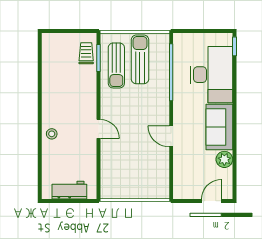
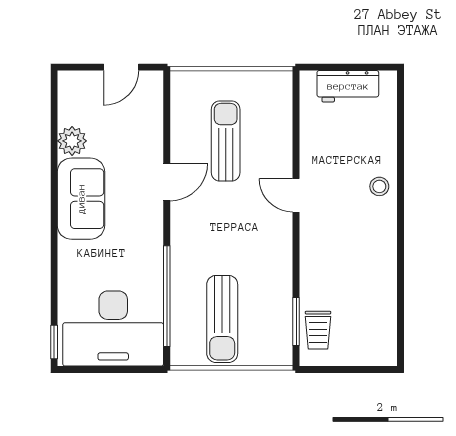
sun lounger: (116, 65) -> (226, 141), moved
desk: (211, 75) -> (113, 329), moved, turned -90
door: (171, 136) -> (167, 182), hinge flipped
door: (212, 201) -> (121, 67), moved

